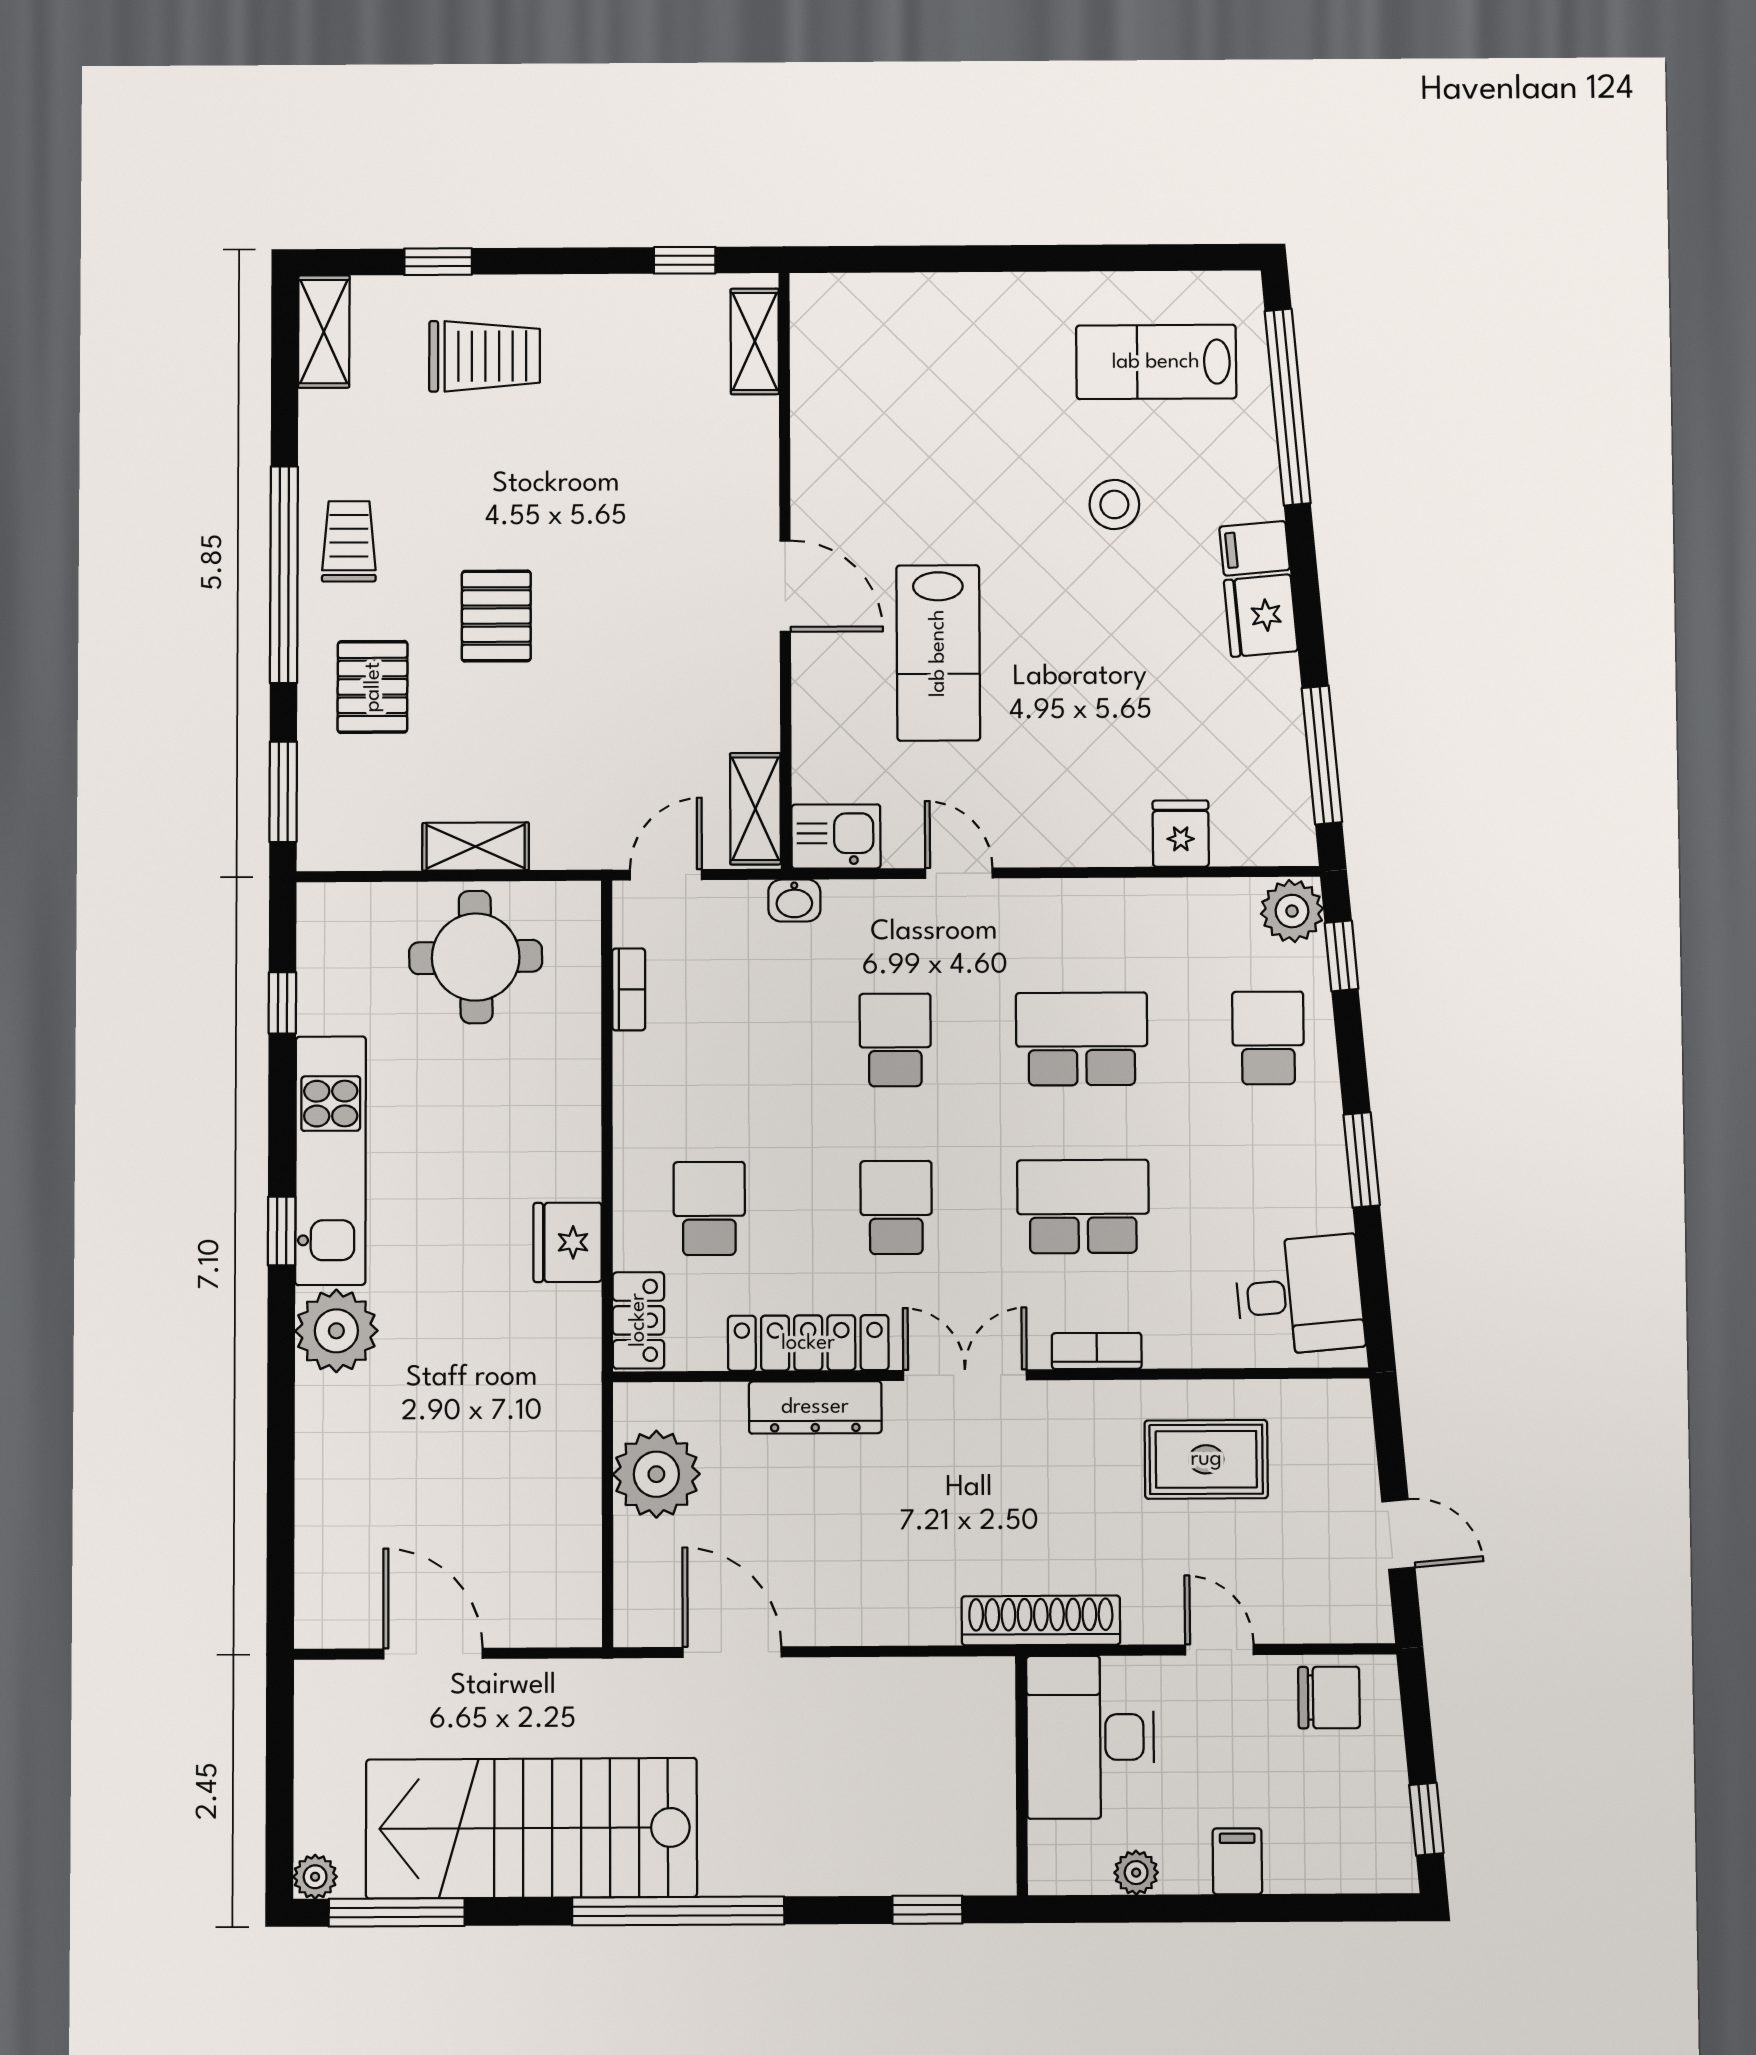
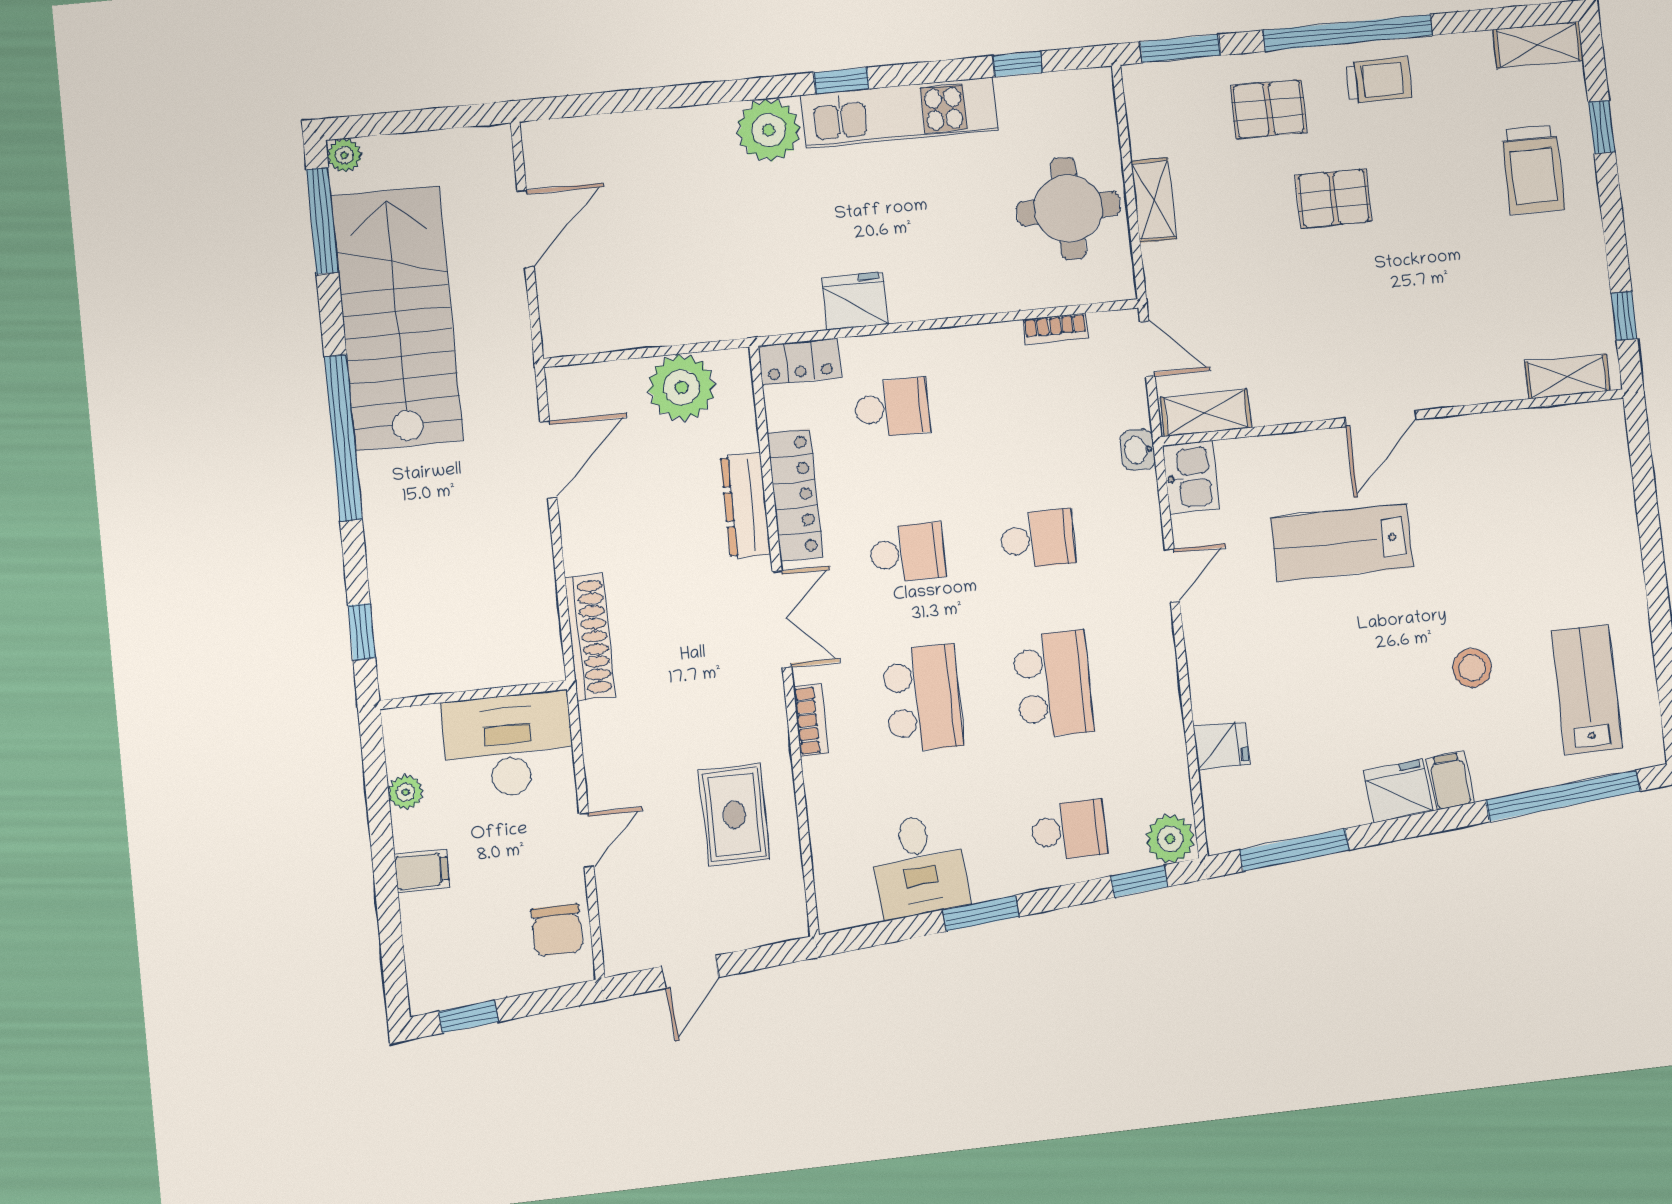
desk: (1300, 1295) -> (919, 865), moved
shoe rack: (1041, 1620) -> (590, 637), moved

